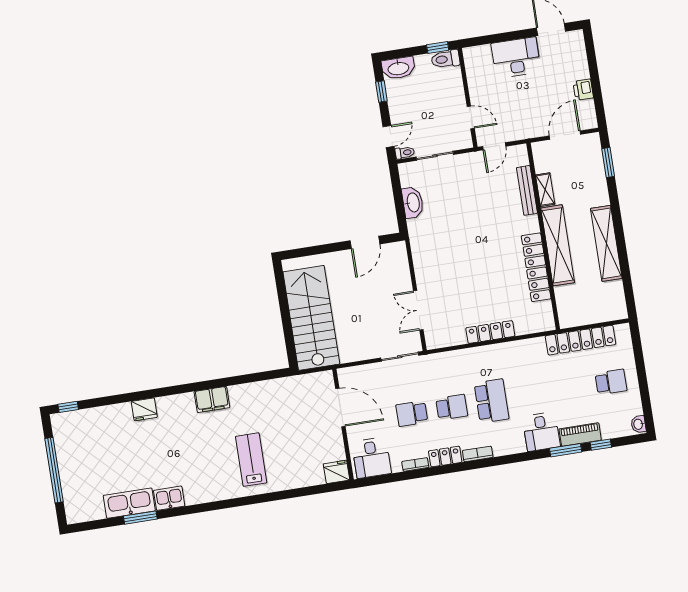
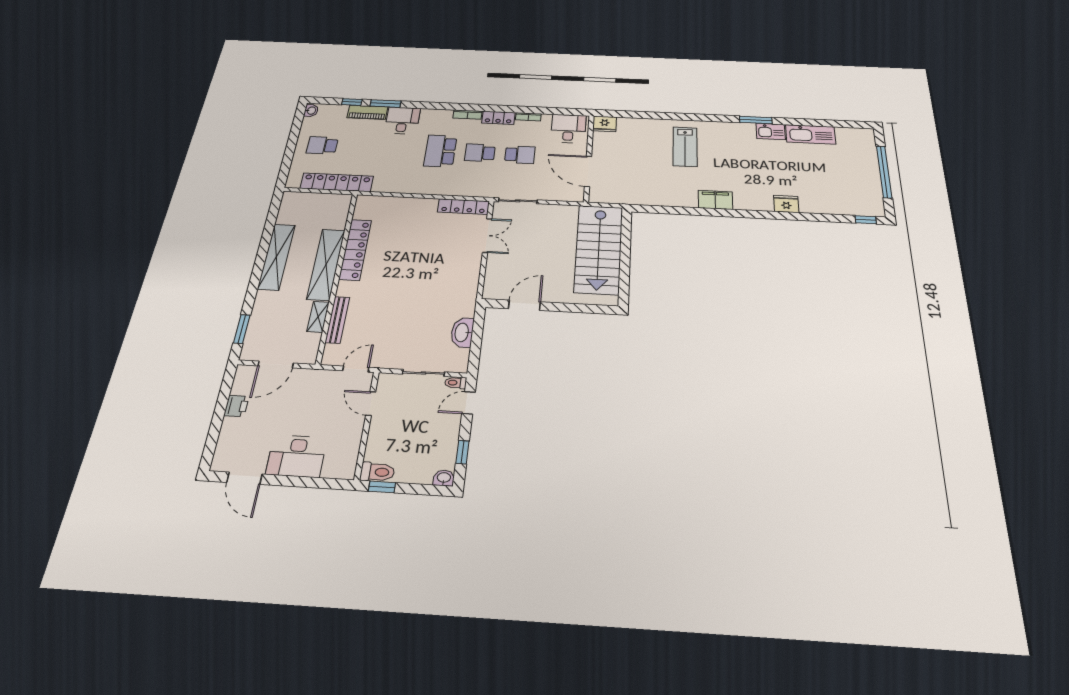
washbasin: (398, 68) -> (444, 478), width x0.52, depth x0.69
locker: (490, 332) -> (463, 207), moved
window: (140, 518) -> (756, 120), moved

